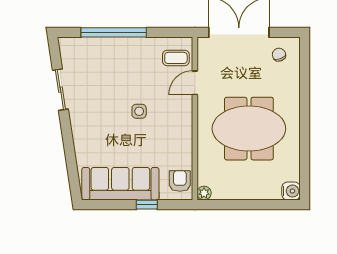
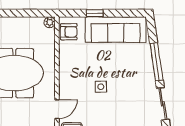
window: (68, 143) -> (156, 62), added
armchair: (180, 181) -> (69, 32), turned -90

